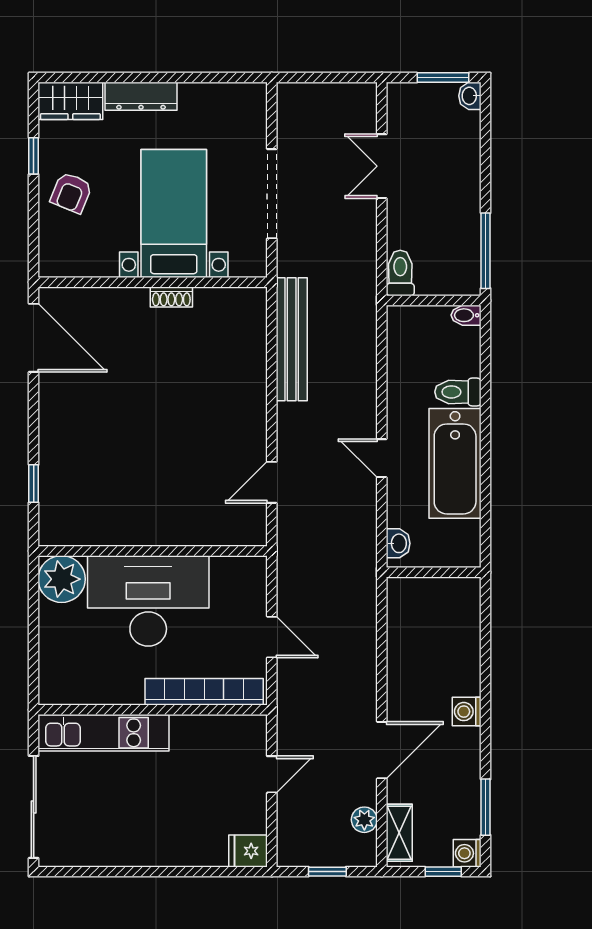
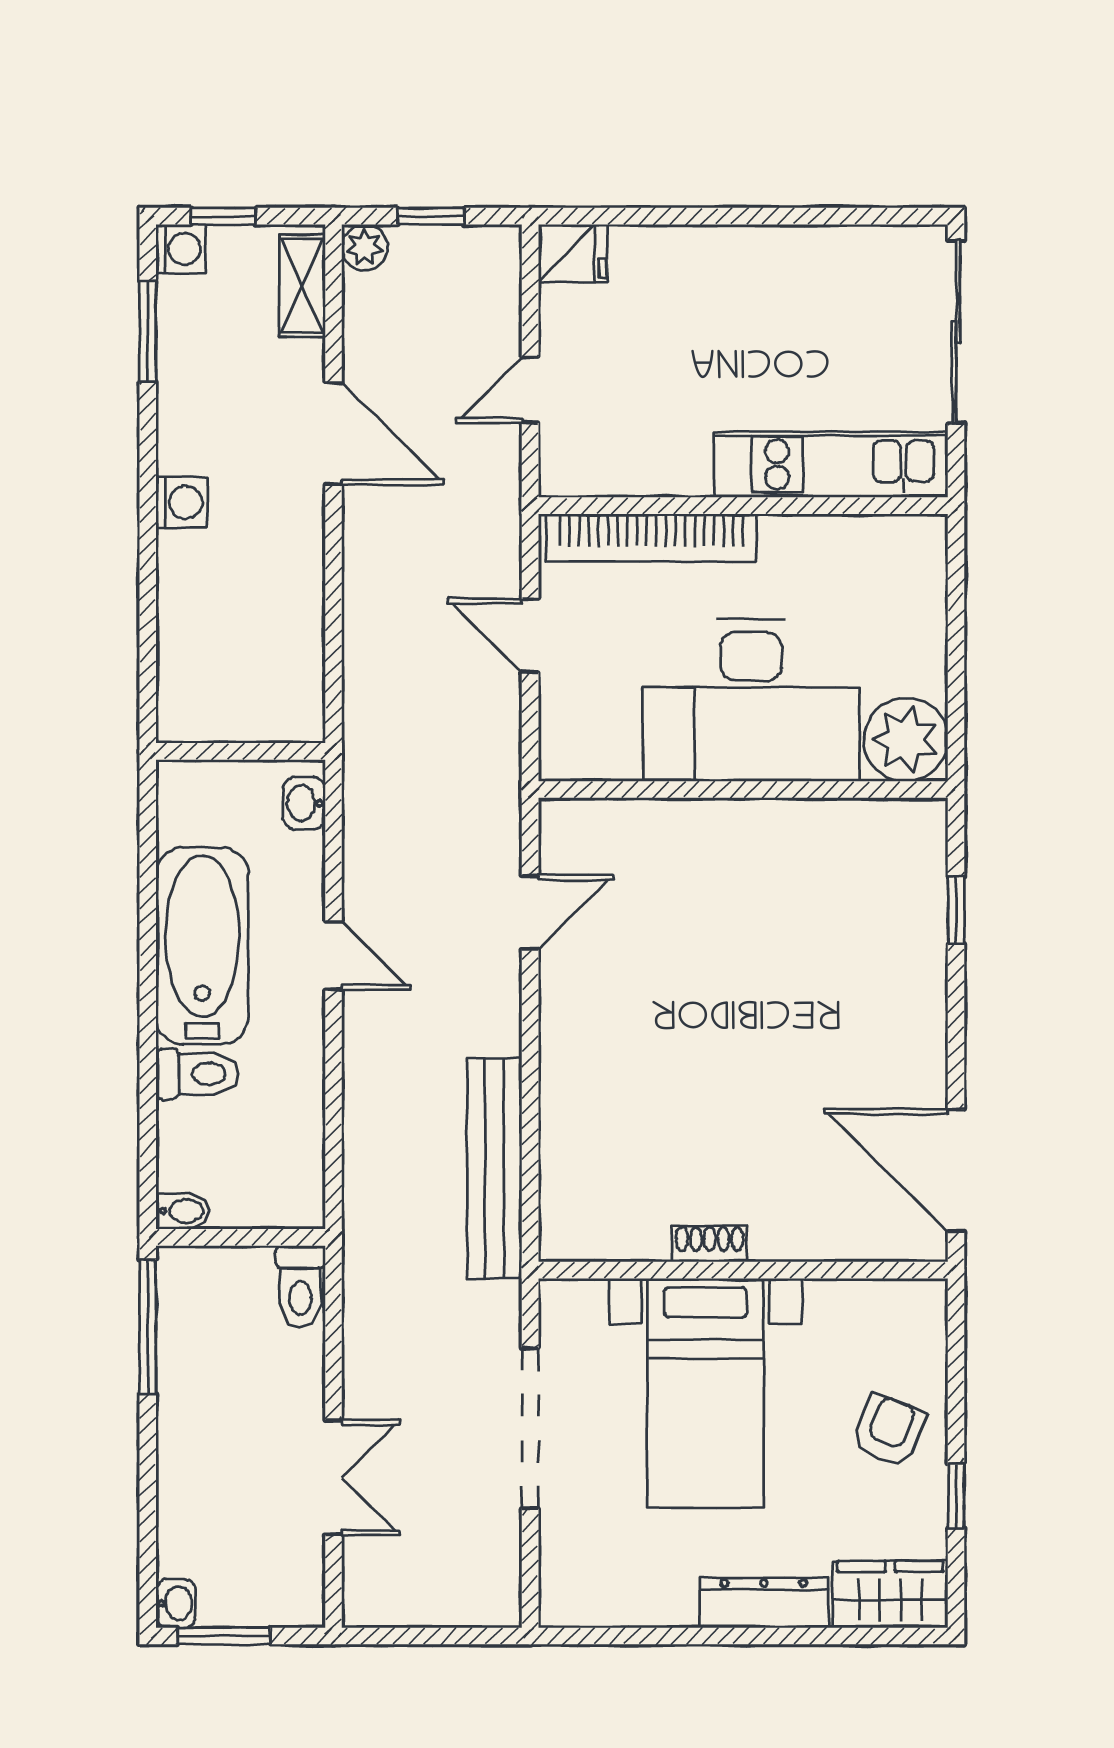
door: (382, 750) -> (333, 433), swing flipped
plant: (364, 820) -> (365, 247), moved

